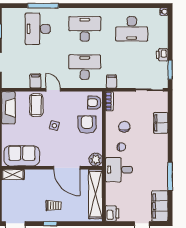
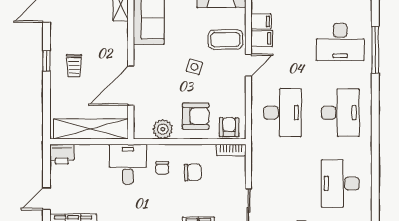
desk: (38, 29) -> (340, 42), turned 180
filing cabinet: (112, 81) -> (261, 21), moved
plant: (96, 159) -> (163, 129), moved

